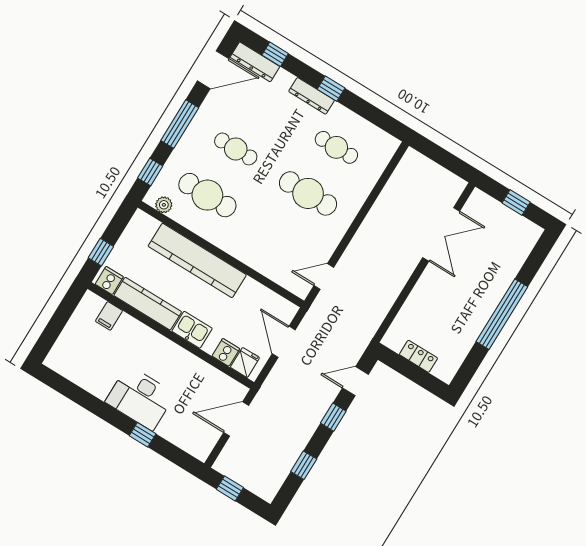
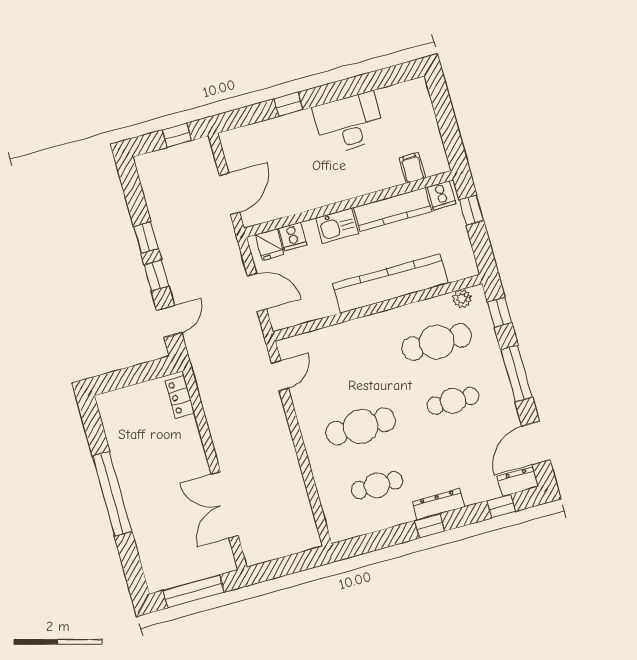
dresser: (255, 62) -> (518, 481), width x0.70
window: (516, 202) -> (194, 591), width x2.17
locker: (418, 356) -> (180, 397), moved, turned 90
desk: (140, 398) -> (349, 123), moved
window: (304, 465) -> (146, 238), moved

